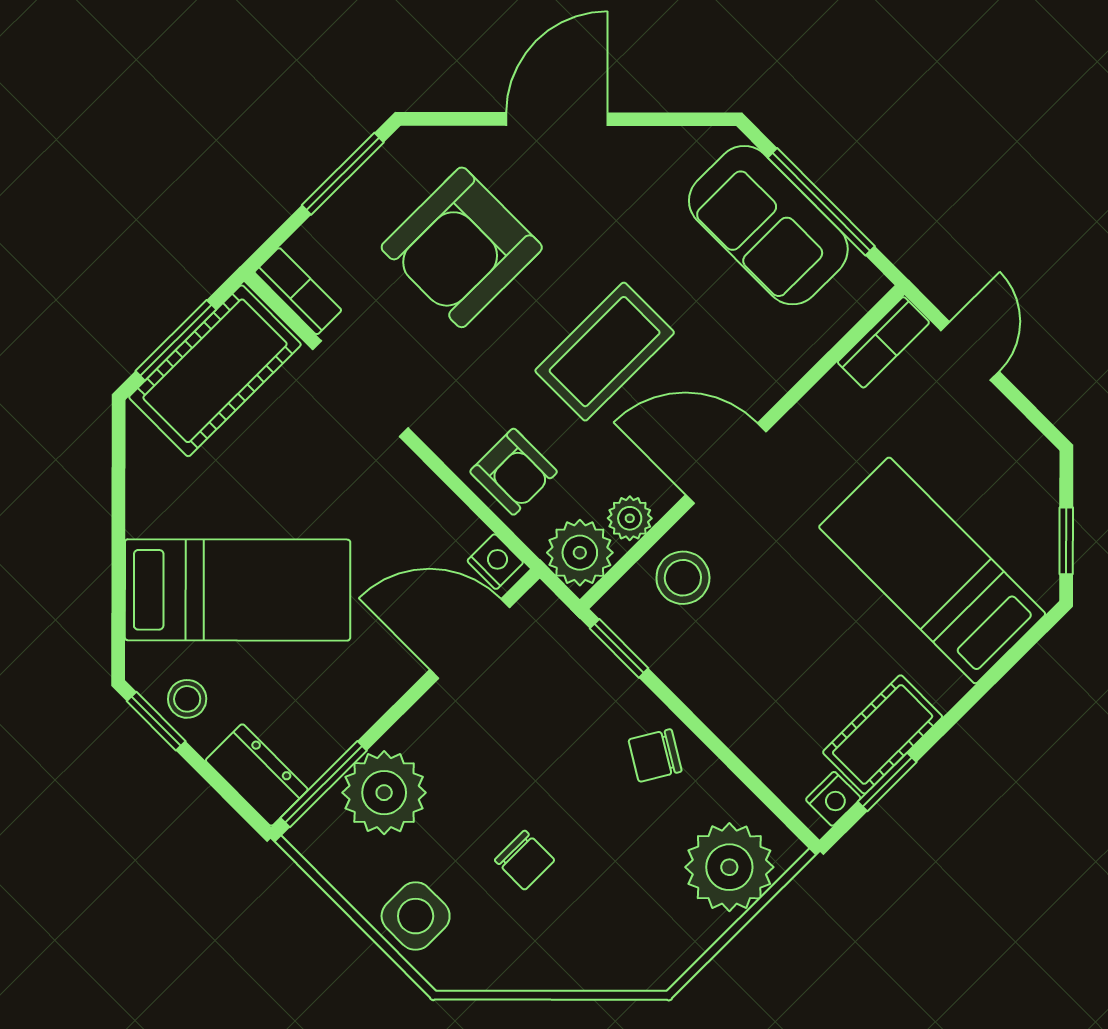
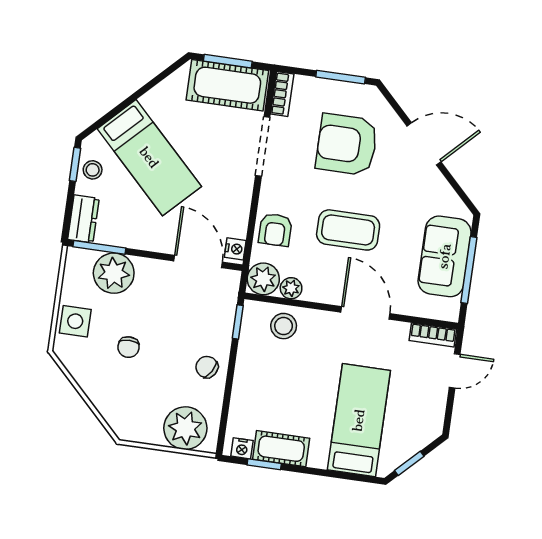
door: (726, 463) -> (365, 313), moved

